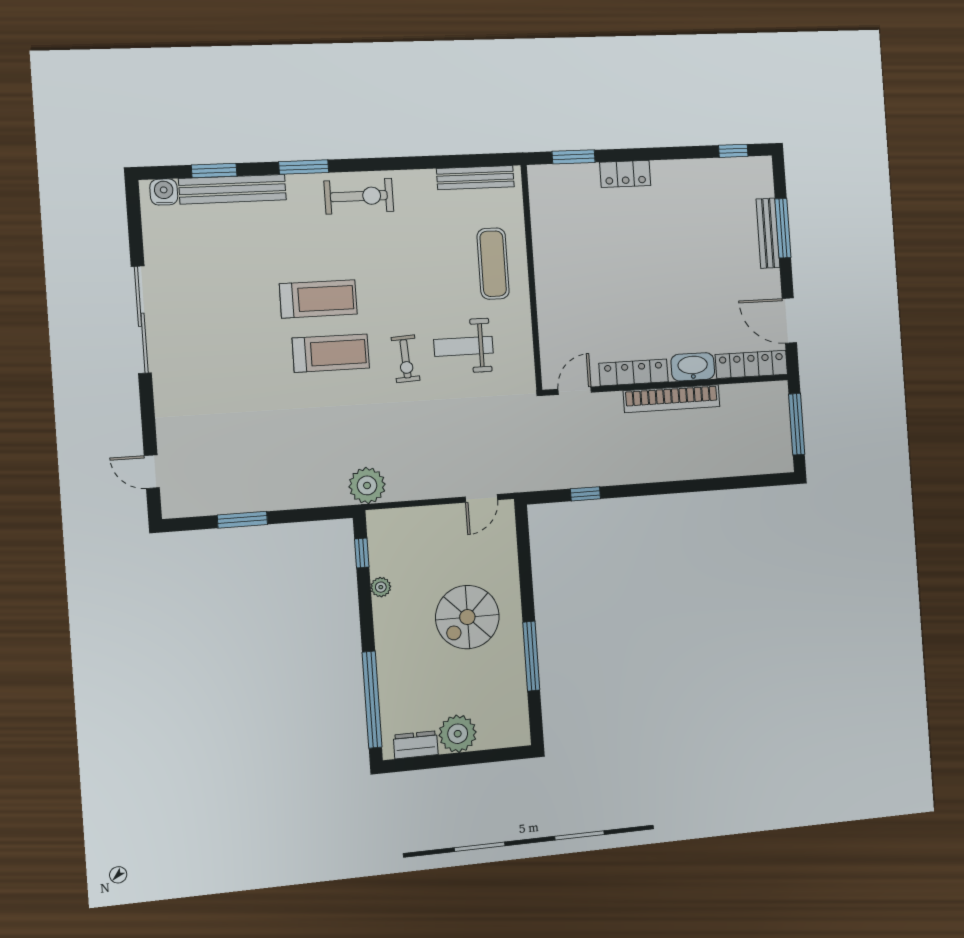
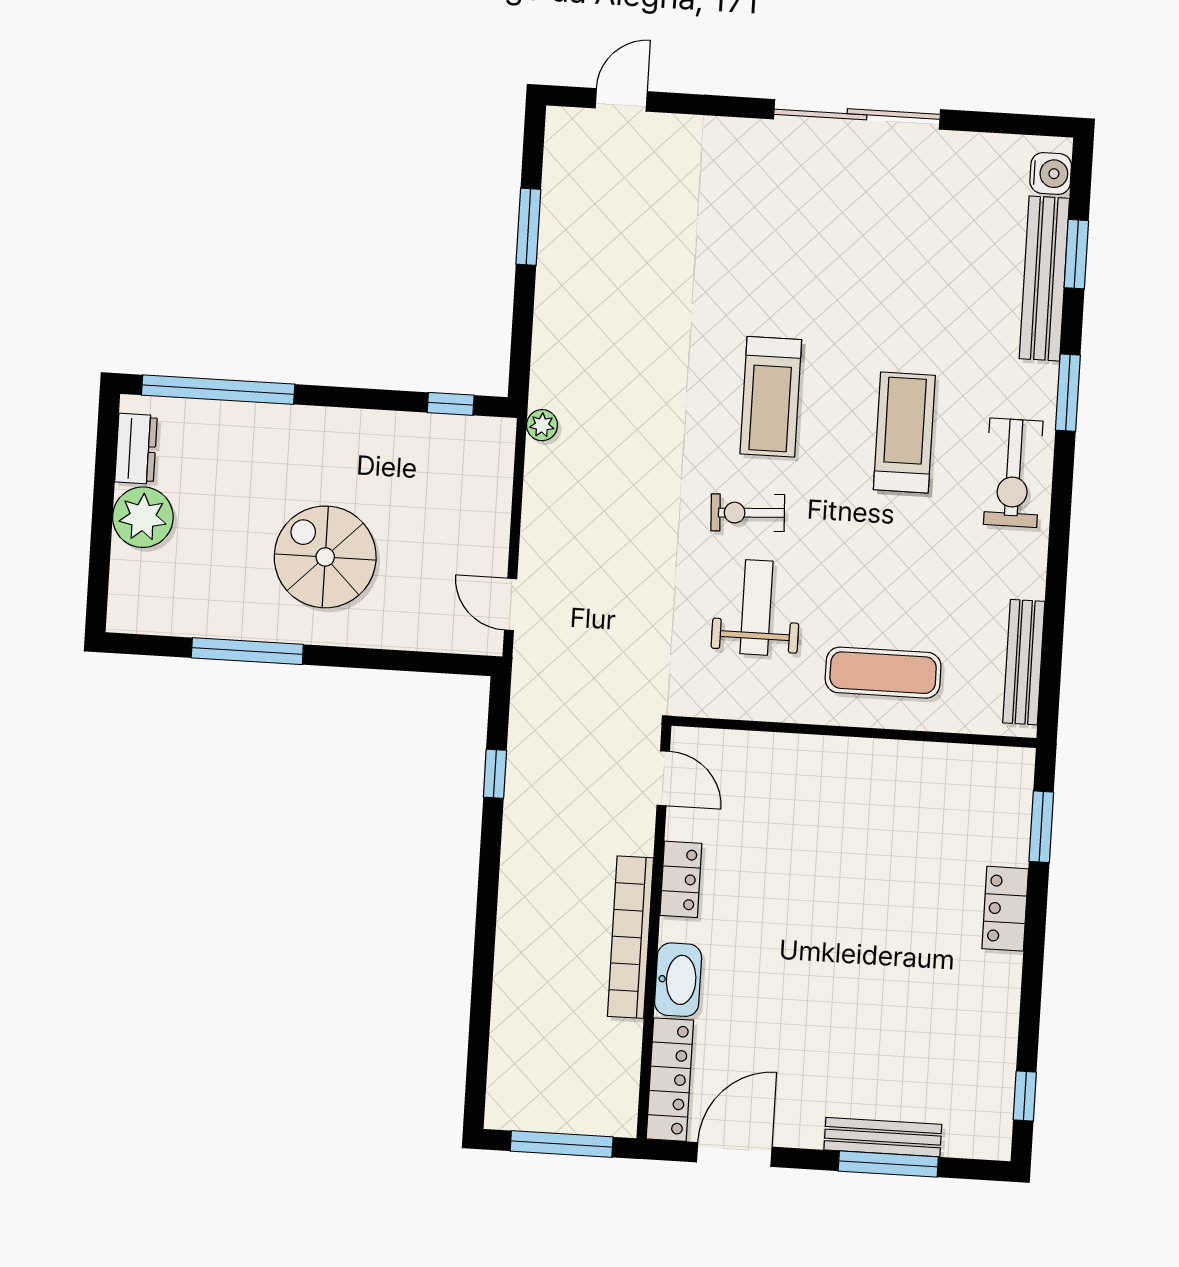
treadmill: (318, 299) -> (904, 432), moved, turned 180
locker: (634, 373) -> (681, 879), width x0.66
plant: (367, 485) -> (542, 425), width x0.53, depth x0.53
plant: (381, 587) -> (393, 426), removed

